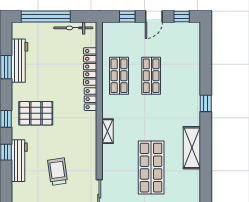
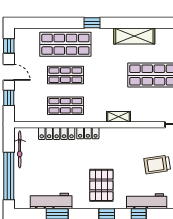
shop shelf: (183, 76) -> (65, 44), added

